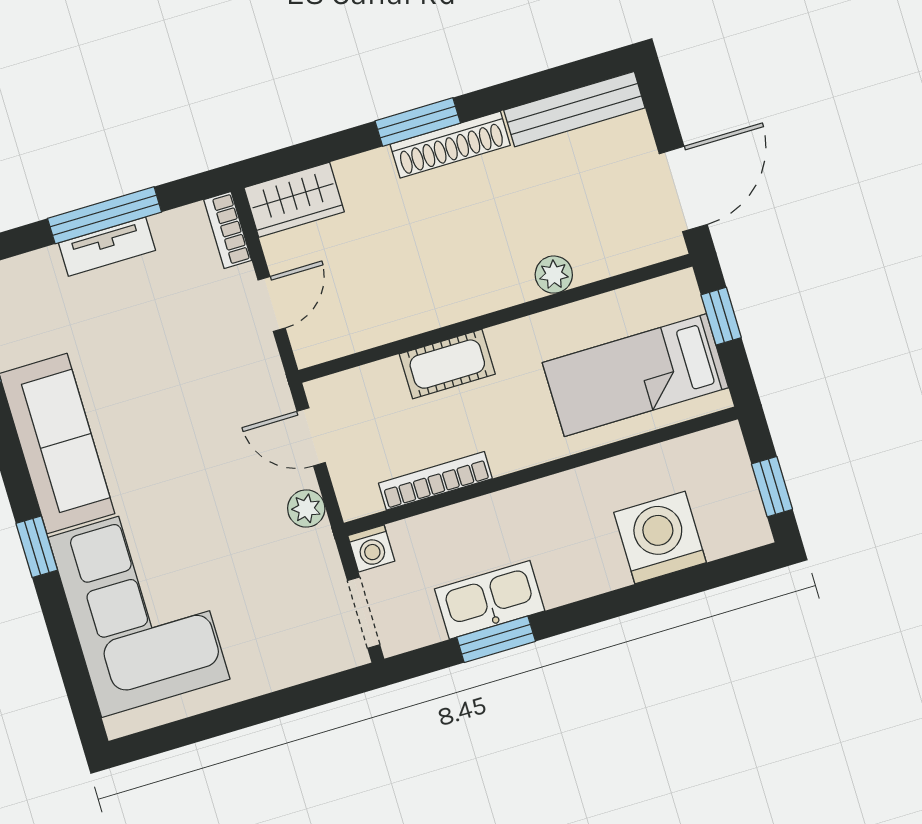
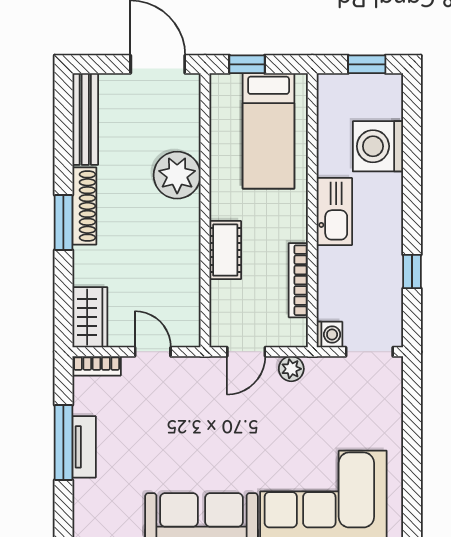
plant: (554, 275) -> (177, 175), width x1.87, depth x1.87
kitchen sink: (490, 600) -> (334, 212), moved, turned 180
window: (496, 639) -> (412, 271), width x0.67

